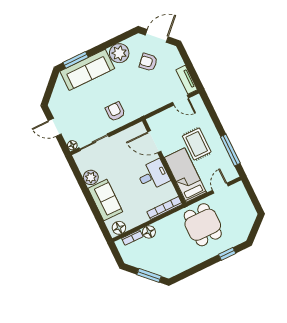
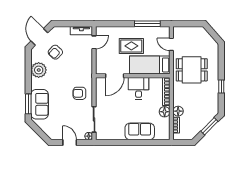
sofa: (87, 70) -> (40, 104), width x0.73
door: (55, 127) -> (70, 143), swing flipped
plant: (91, 177) -> (118, 134), removed
floor lamp: (119, 228) -> (165, 112), moved
window: (227, 254) -> (221, 86), moved

